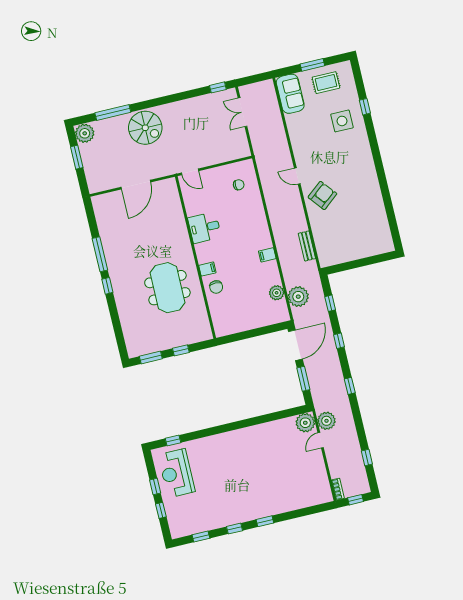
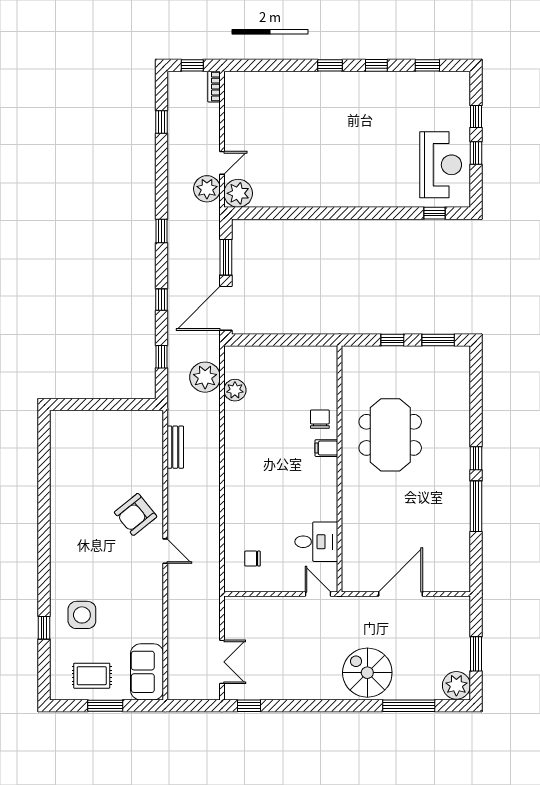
desk: (204, 228) -> (316, 542), moved
filing cabinet: (267, 255) -> (235, 448), removed

